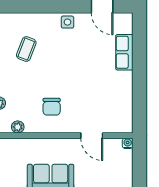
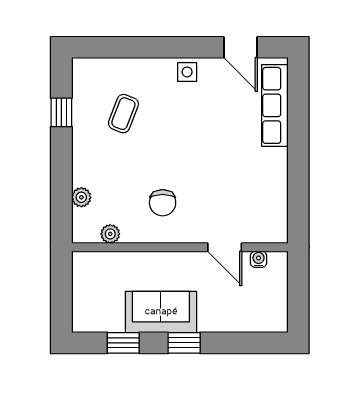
row of seats: (124, 52) -> (275, 105), width x1.48
water cooler: (128, 143) -> (259, 259), moved

